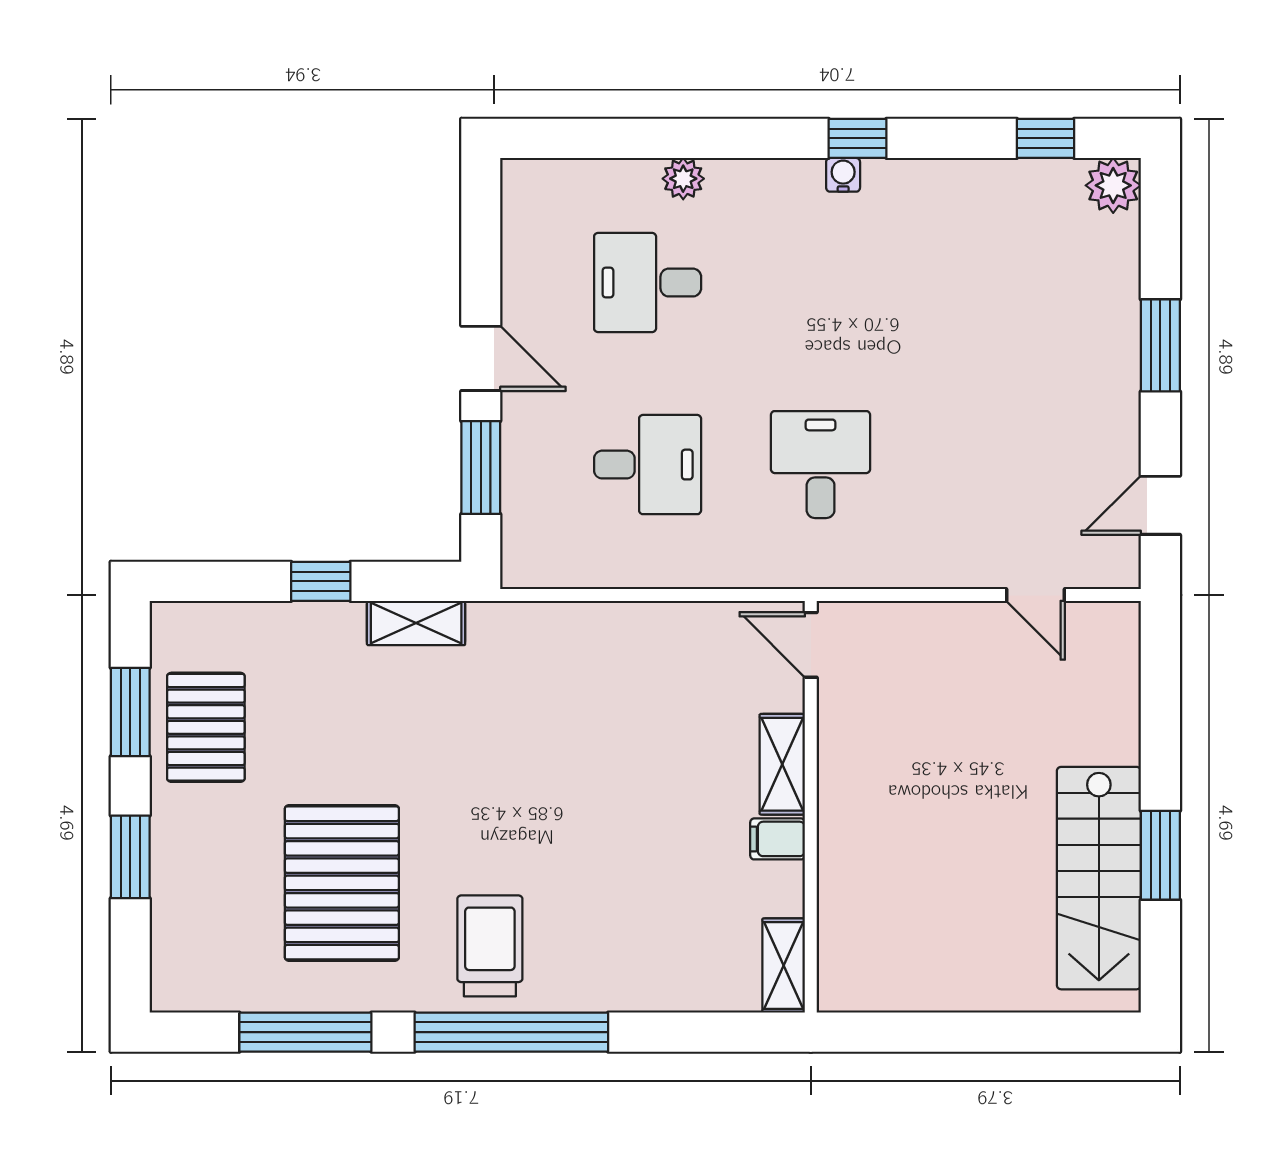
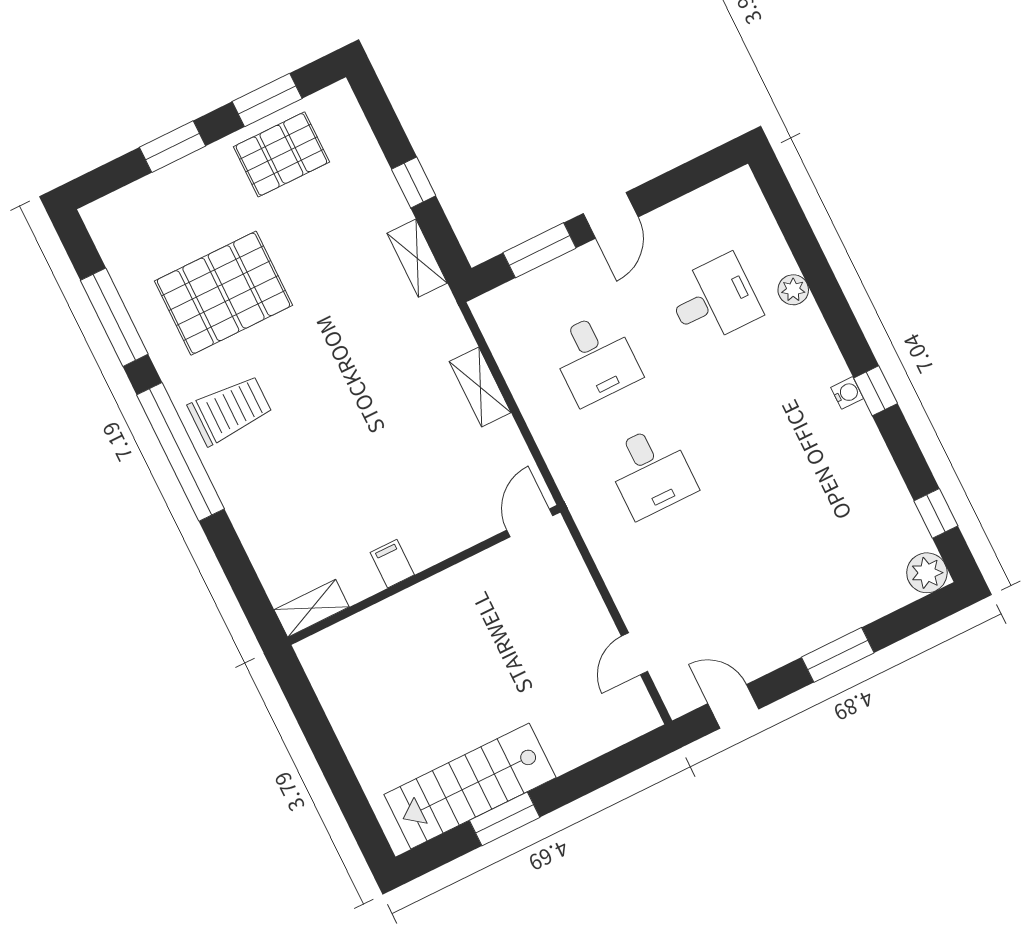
desk: (648, 283) -> (714, 300), turned 90
desk: (821, 465) -> (651, 471), turned 90
shelving: (782, 764) -> (480, 387), moved, turned 90

